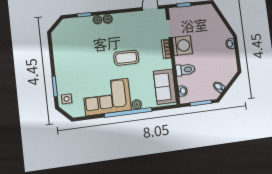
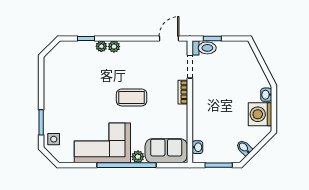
washing machine: (182, 46) -> (260, 114), moved, turned 180
toilet: (185, 70) -> (204, 48), moved
sofa: (165, 87) -> (166, 151), moved, turned 90

